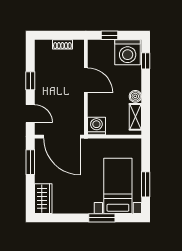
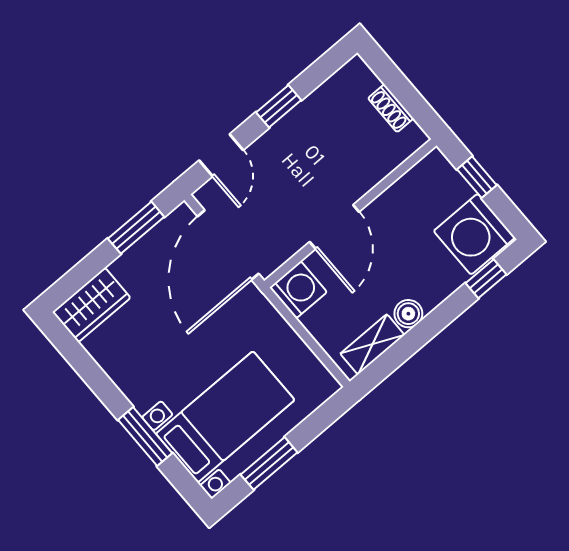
door: (86, 80) -> (334, 227), moved

